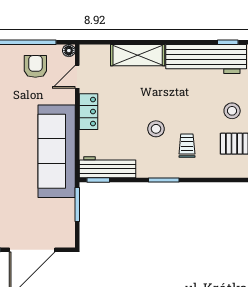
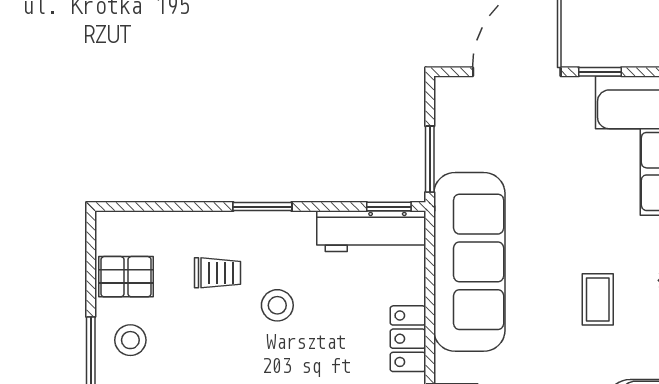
trolley: (187, 146) -> (218, 273), turned -90

